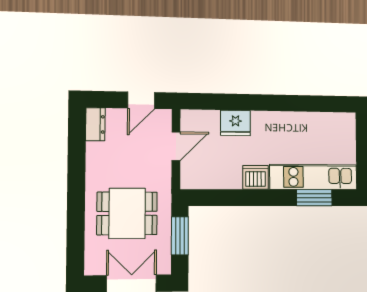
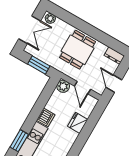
plant: (191, 178) -> (63, 86), added
dining table: (127, 213) -> (78, 50), moved
plant: (93, 261) -> (50, 18), added

